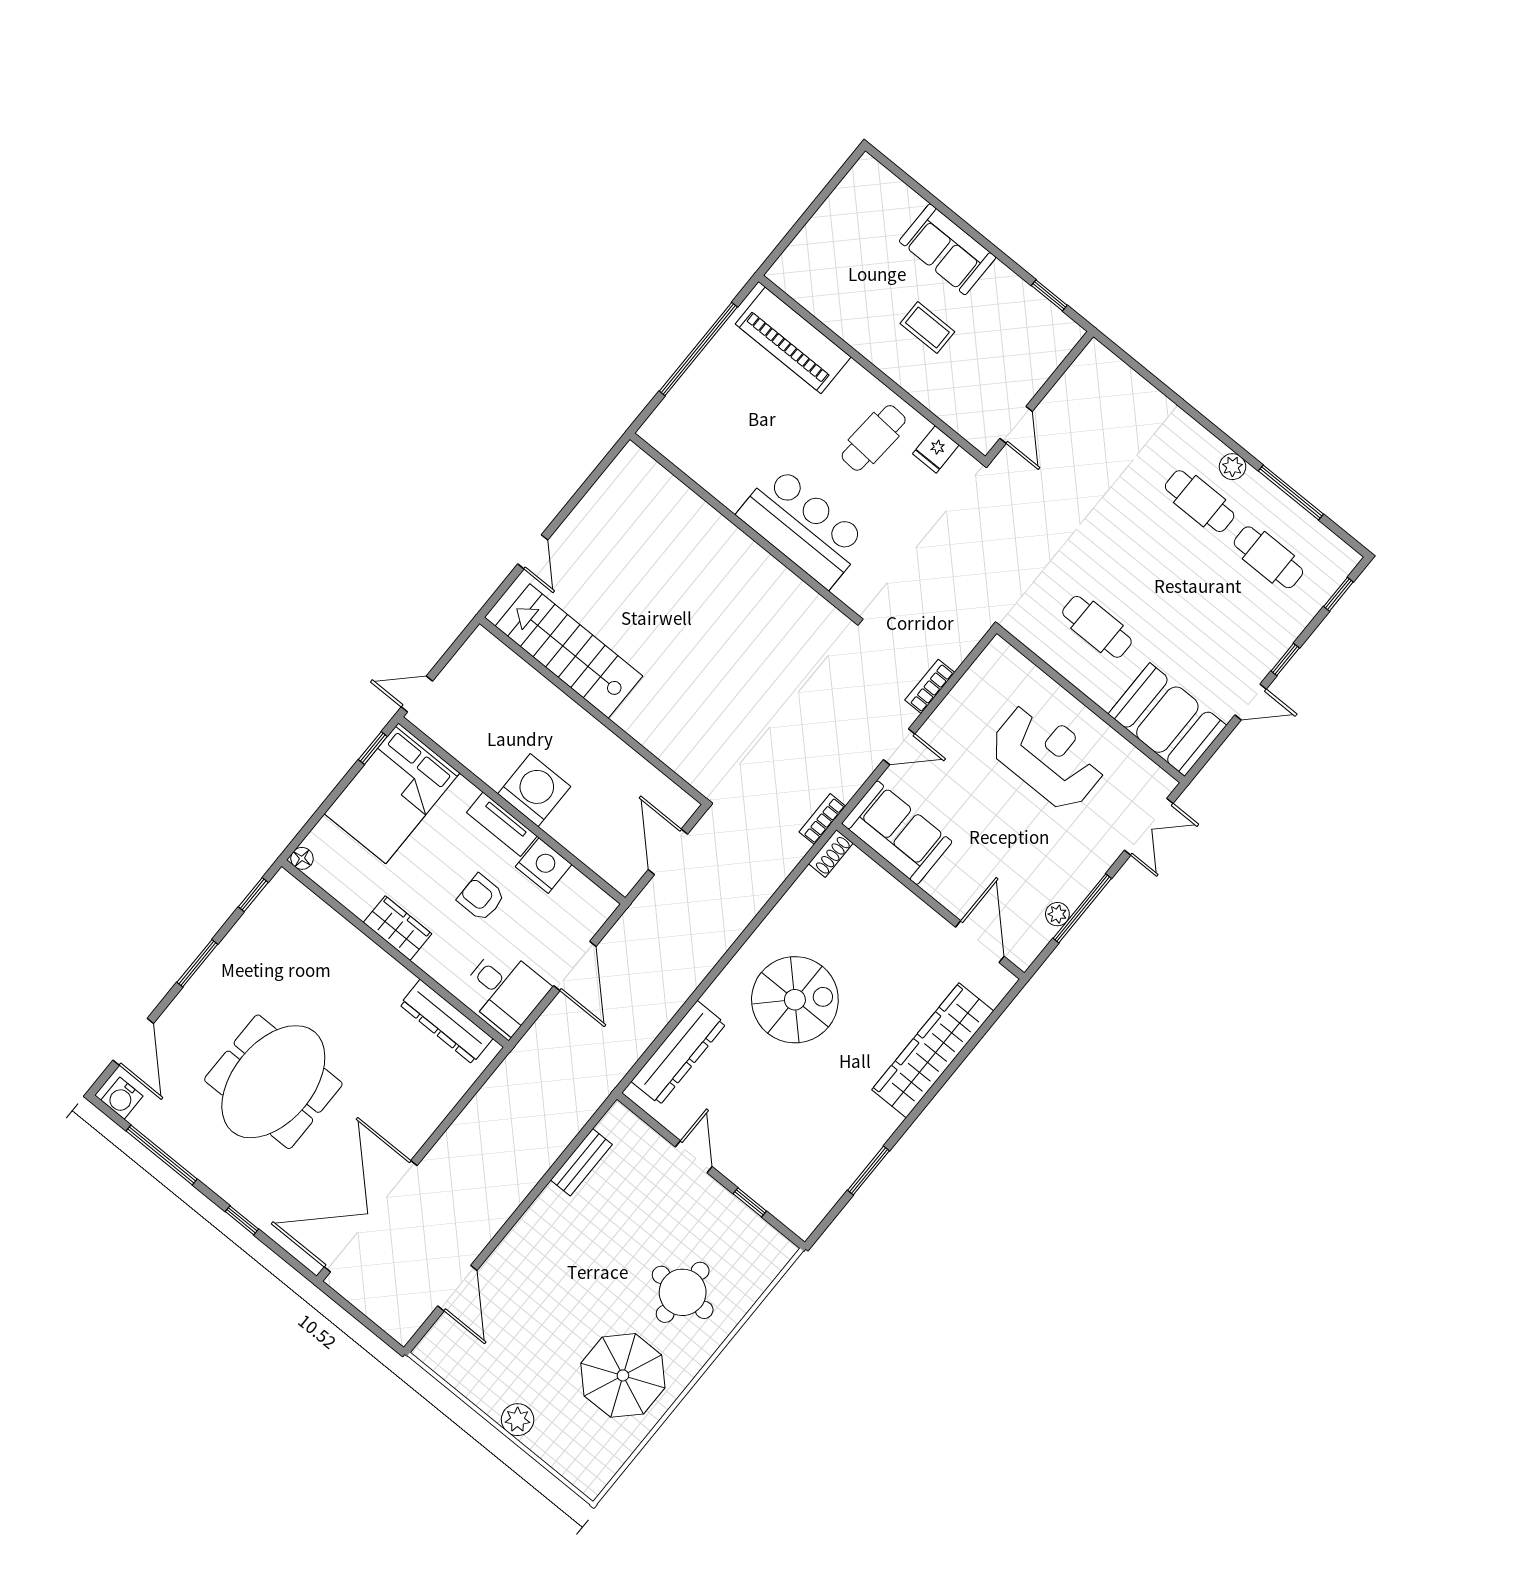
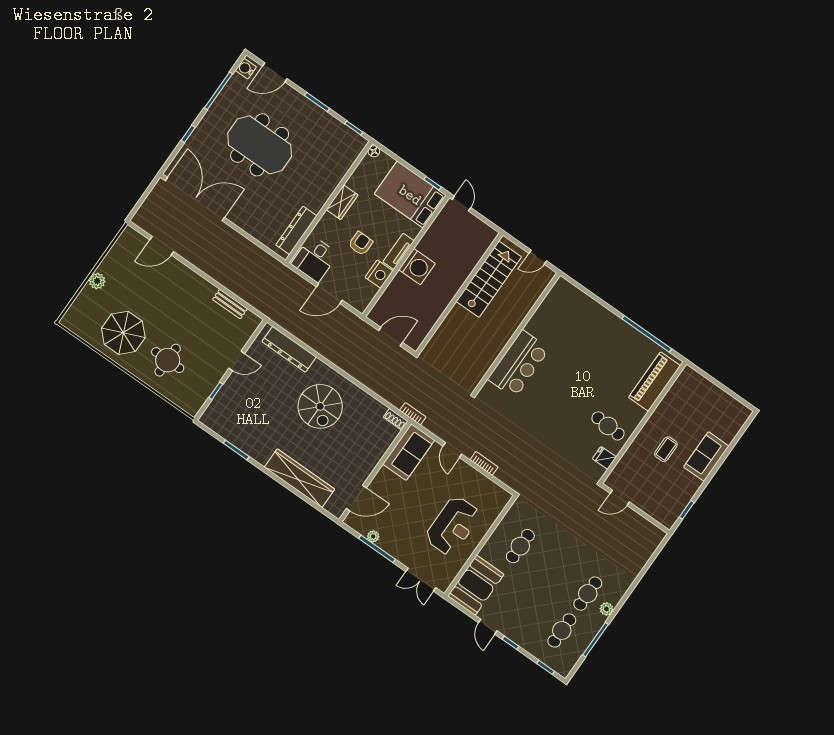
wall: (743, 527) -> (517, 334), moved
bar counter: (803, 527) -> (519, 364), moved

